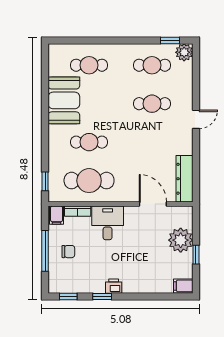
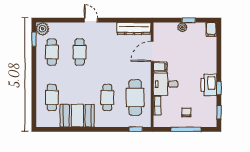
filing cabinet: (57, 215) -> (160, 67), moved
plant: (181, 240) -> (182, 27), width x0.53, depth x0.53
printer: (114, 286) -> (209, 85), width x1.87, depth x1.48

